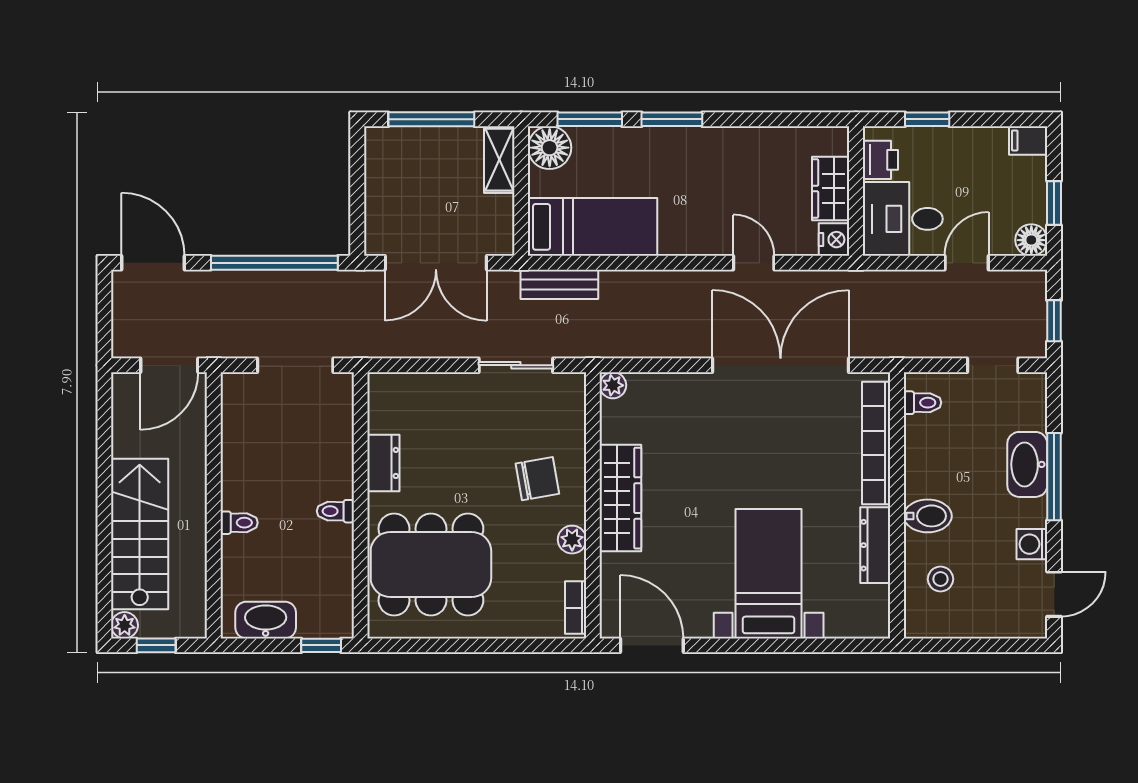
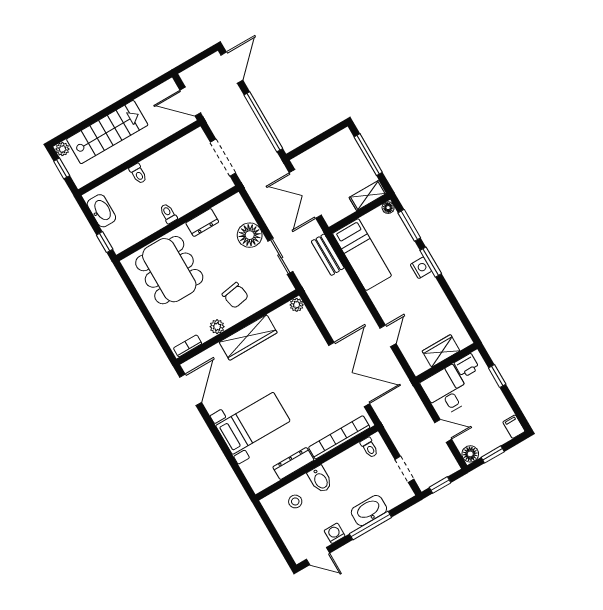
floor lamp: (550, 148) -> (388, 208), width x0.53, depth x0.53
nightstand: (834, 240) -> (421, 268), moved, turned -90
floor lamp: (451, 396) -> (250, 235), added

